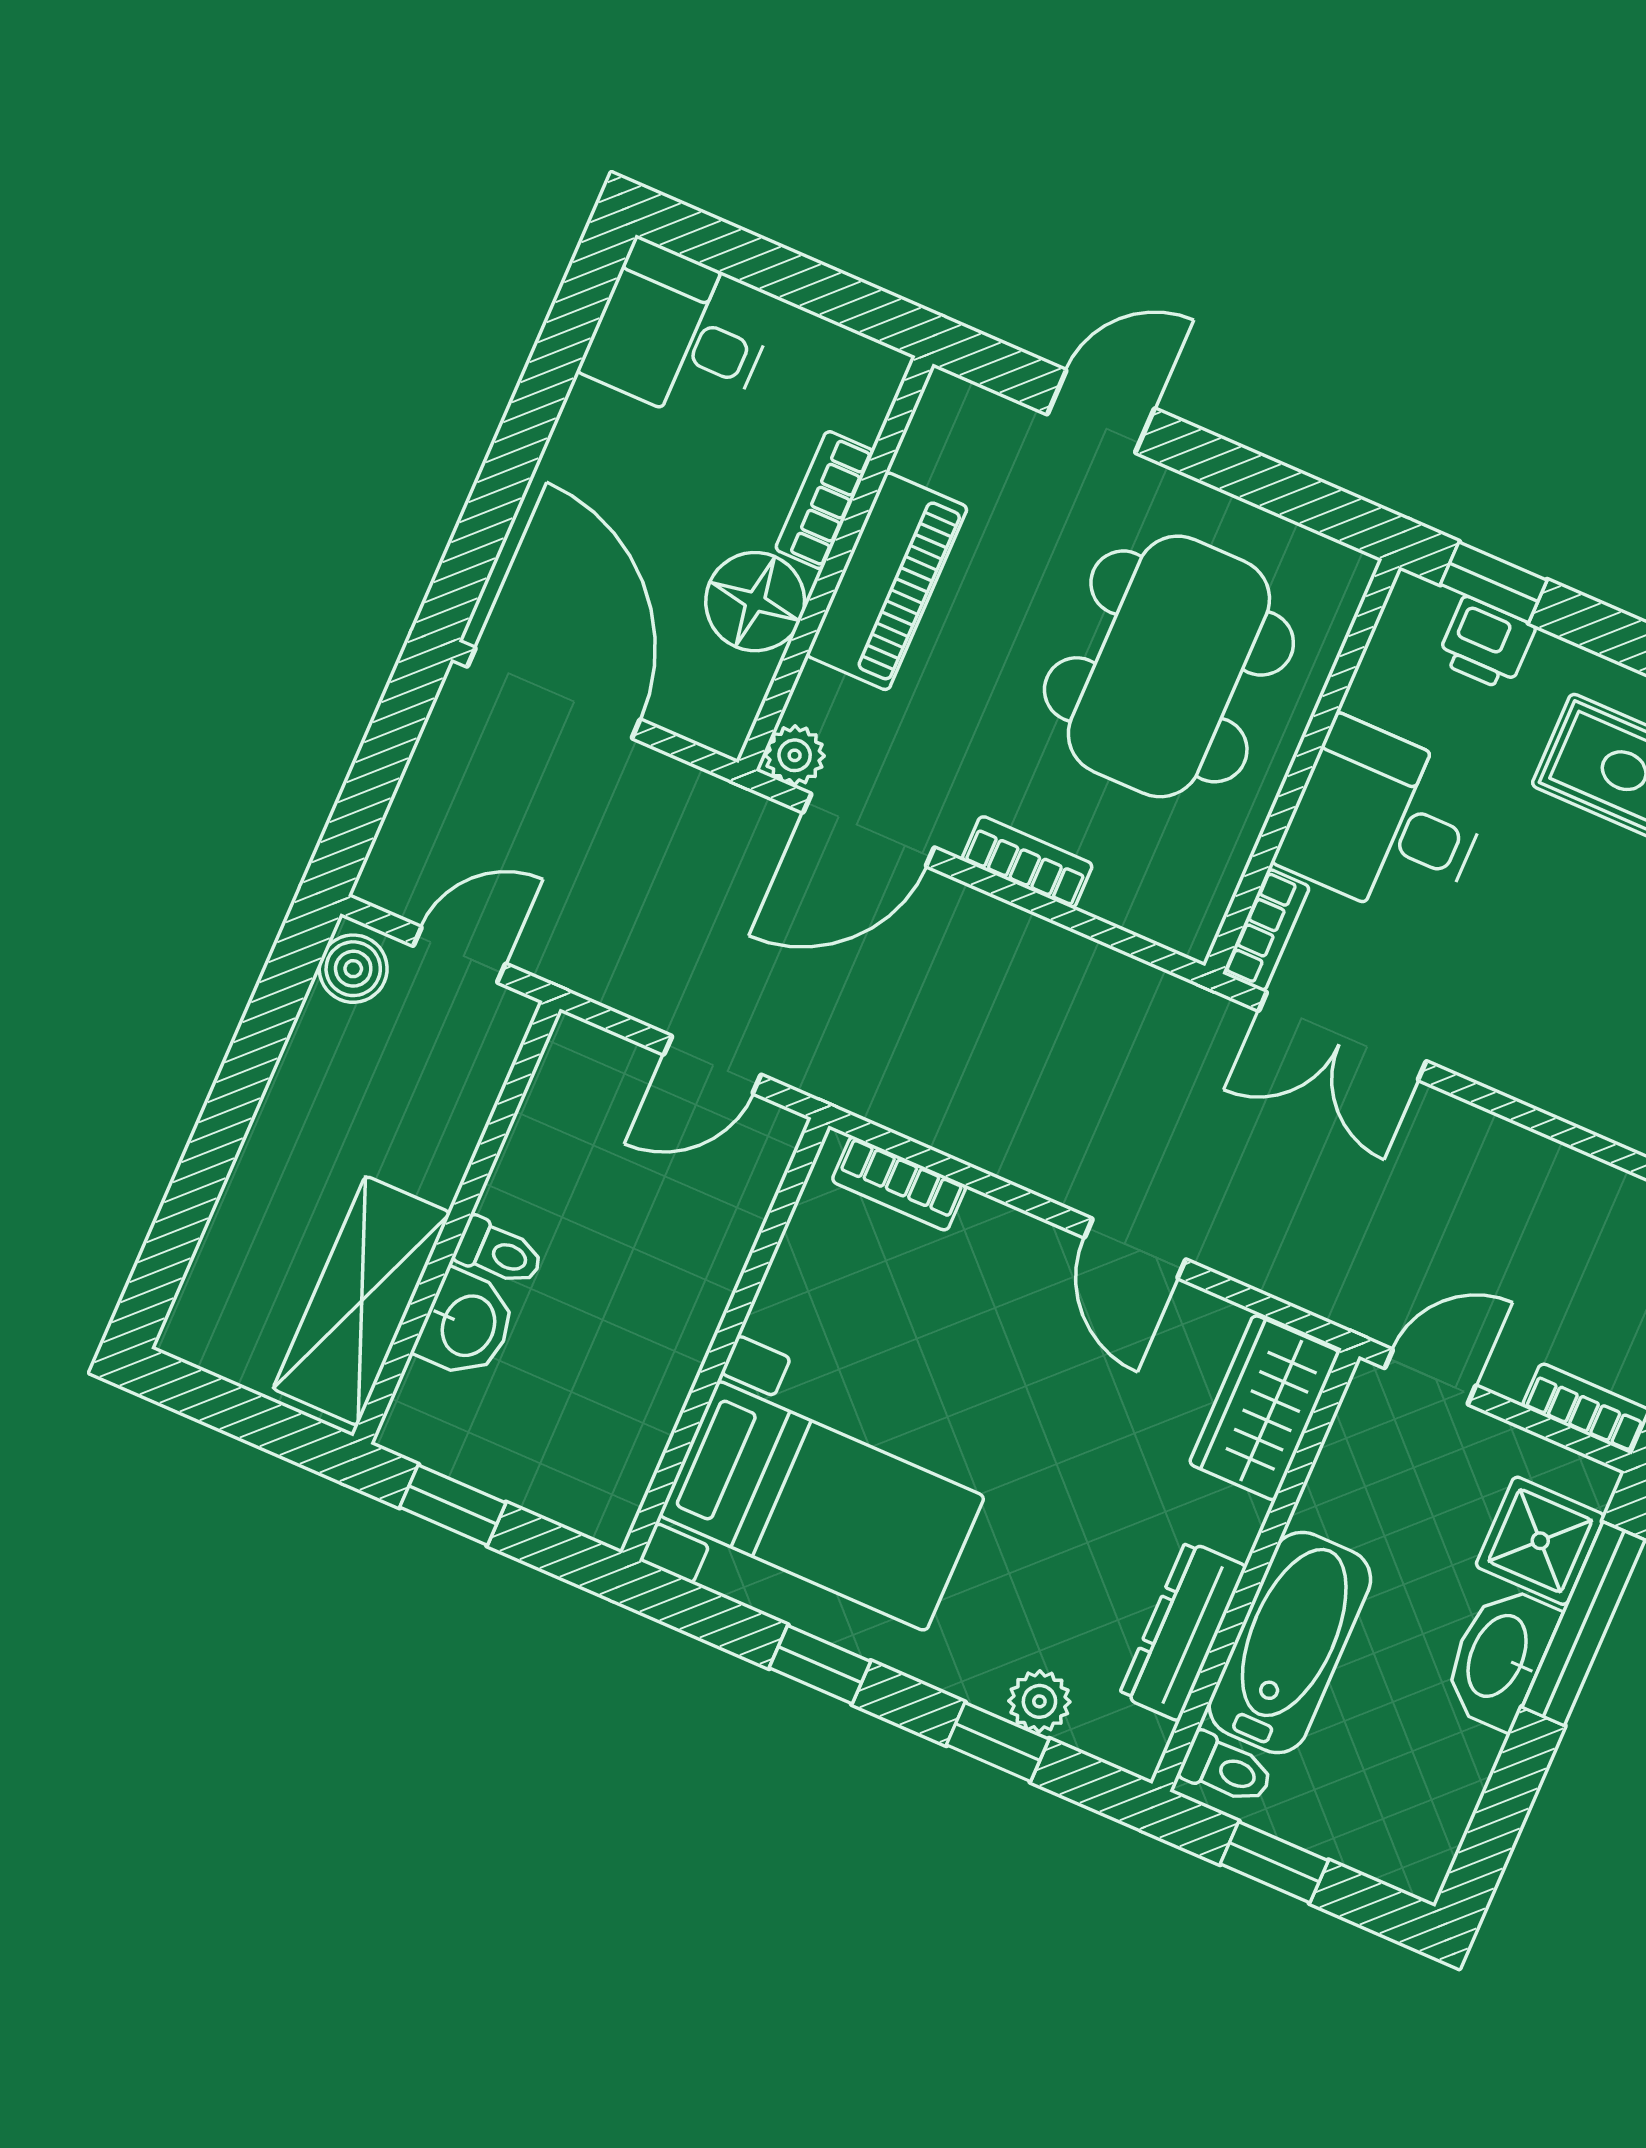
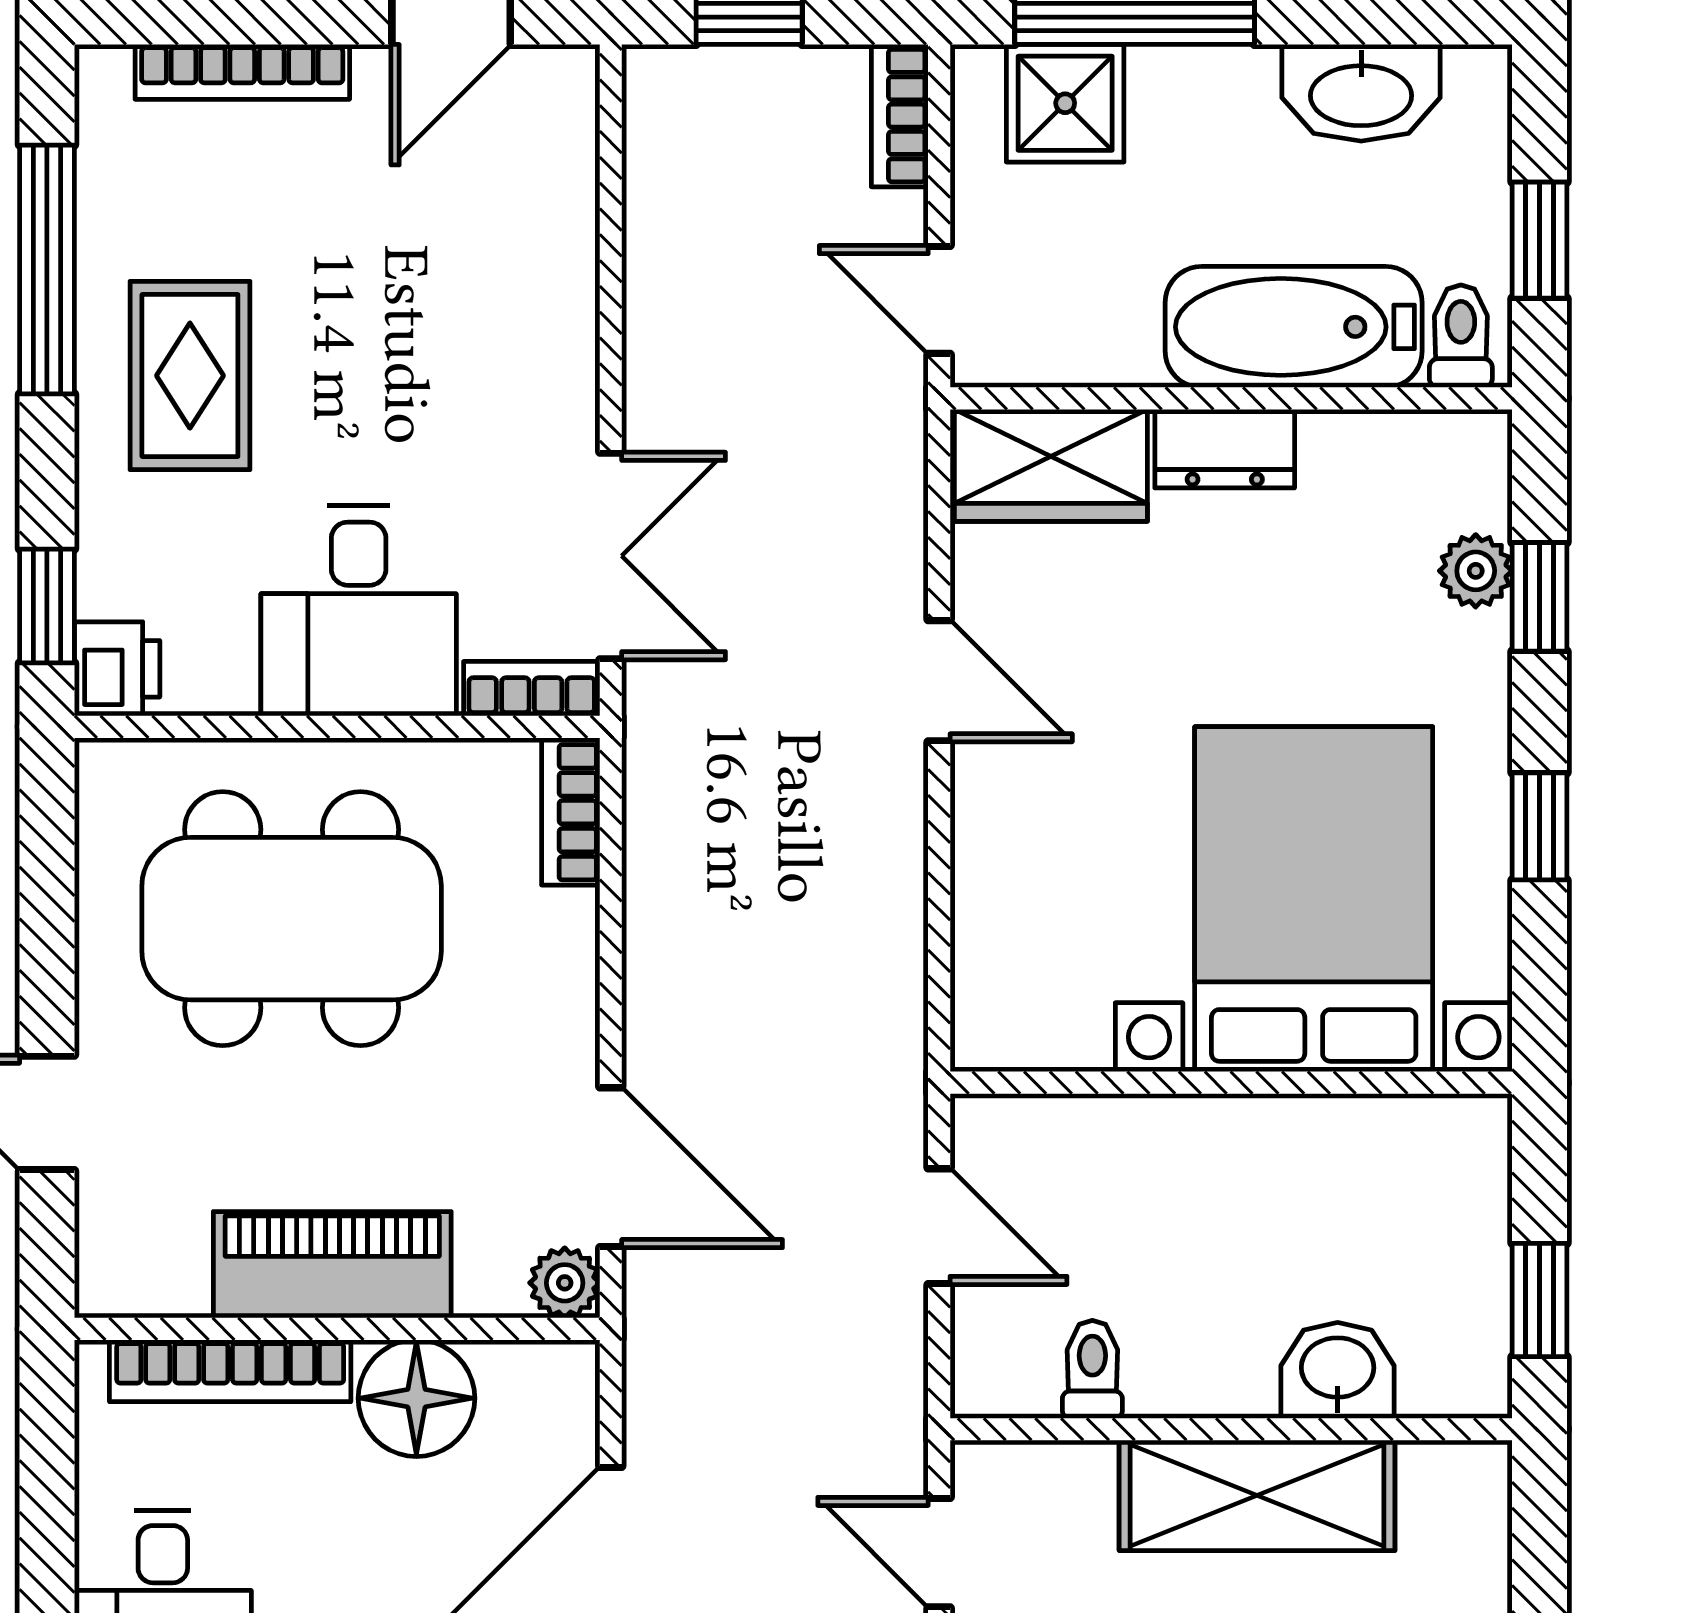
bookcase: (825, 500) -> (230, 1371), width x1.56
printer: (1486, 643) -> (117, 669), moved
bookcase: (1027, 862) -> (571, 812), moved
bookcase: (899, 1183) -> (980, 968), removed
door: (1135, 1248) -> (939, 681), hinge flipped
toilet: (499, 1252) -> (1092, 1369), moved
shelving: (362, 1301) -> (1257, 1495), moved
bed with nightstands: (822, 1506) -> (1314, 899), width x1.36
dresser: (1183, 1631) -> (1225, 449), moved, width x0.70
washbasin: (1499, 1657) -> (1361, 93), moved

